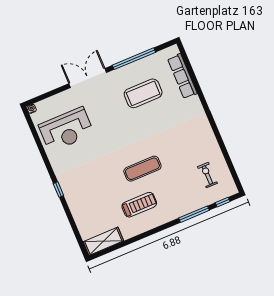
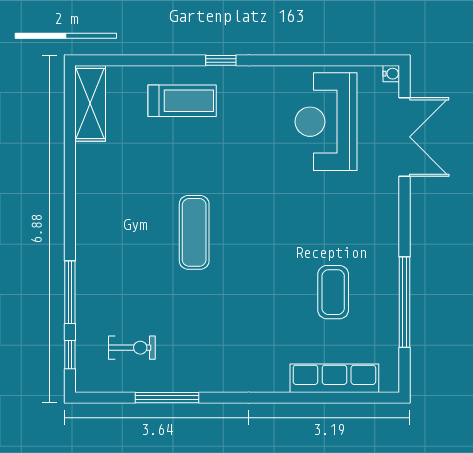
double door: (88, 78) -> (405, 137), moved
coffee table: (143, 93) -> (333, 292), width x0.73, depth x0.76
window: (224, 149) -> (167, 398), added
treadmill: (139, 205) -> (182, 101), moved, turned -90

